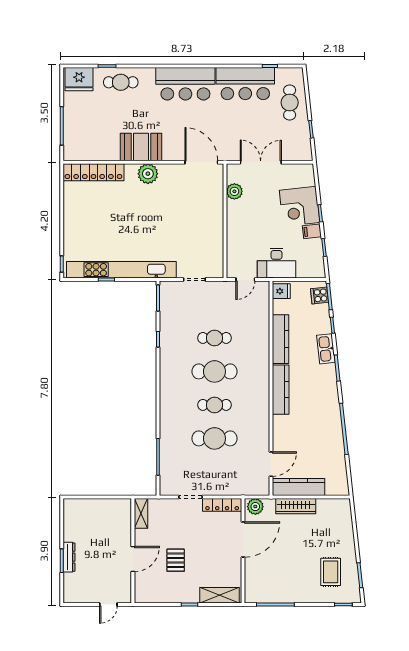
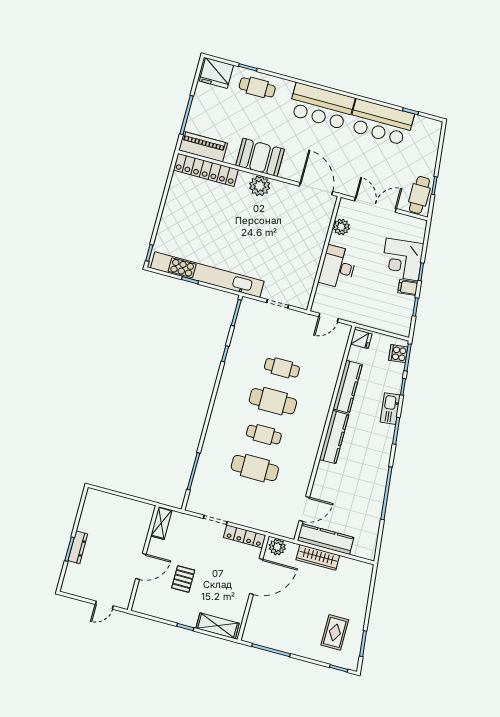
cafe table: (290, 103) -> (419, 195), moved
piano: (85, 151) -> (203, 147), added
desk: (276, 263) -> (338, 267), moved, turned 90

